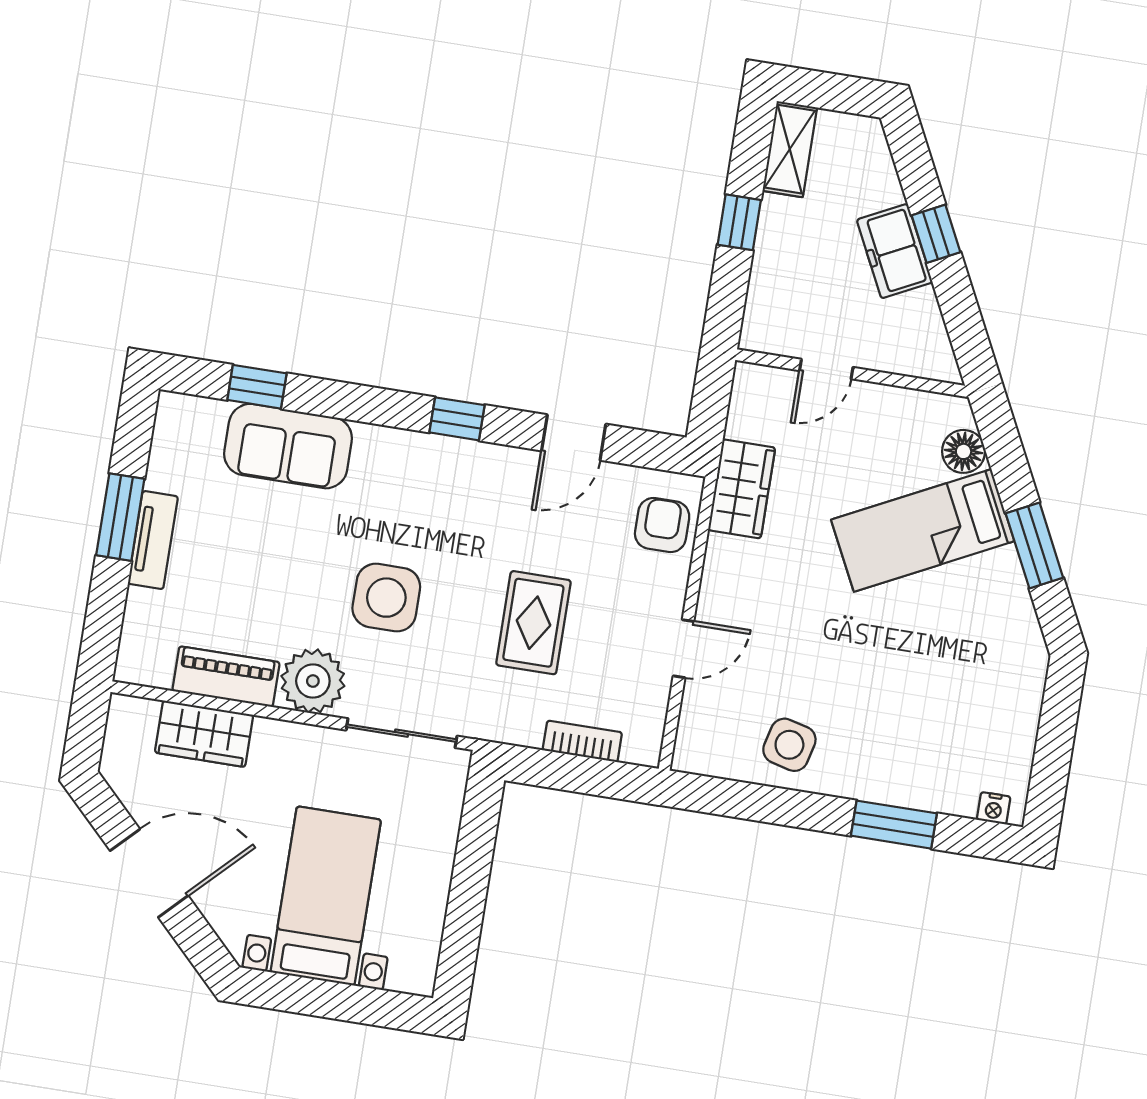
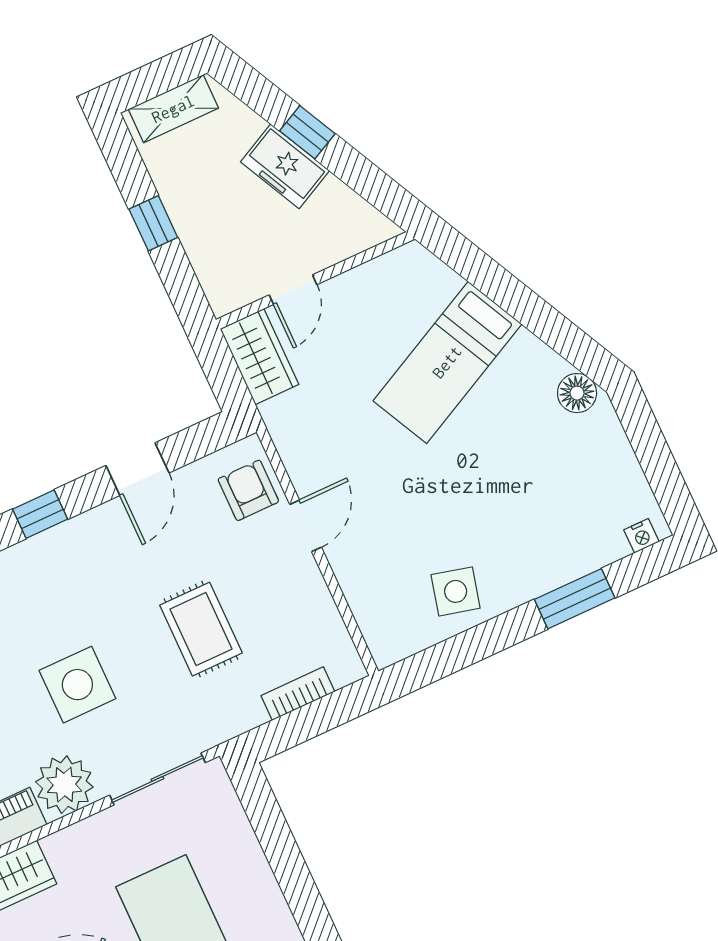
shelving: (790, 149) -> (173, 109), moved, turned 90
floor lamp: (964, 451) -> (577, 393), moved
wardrobe: (742, 489) -> (259, 357), moved
window: (1034, 546) -> (539, 317), removed
door: (684, 649) -> (306, 526), moved

